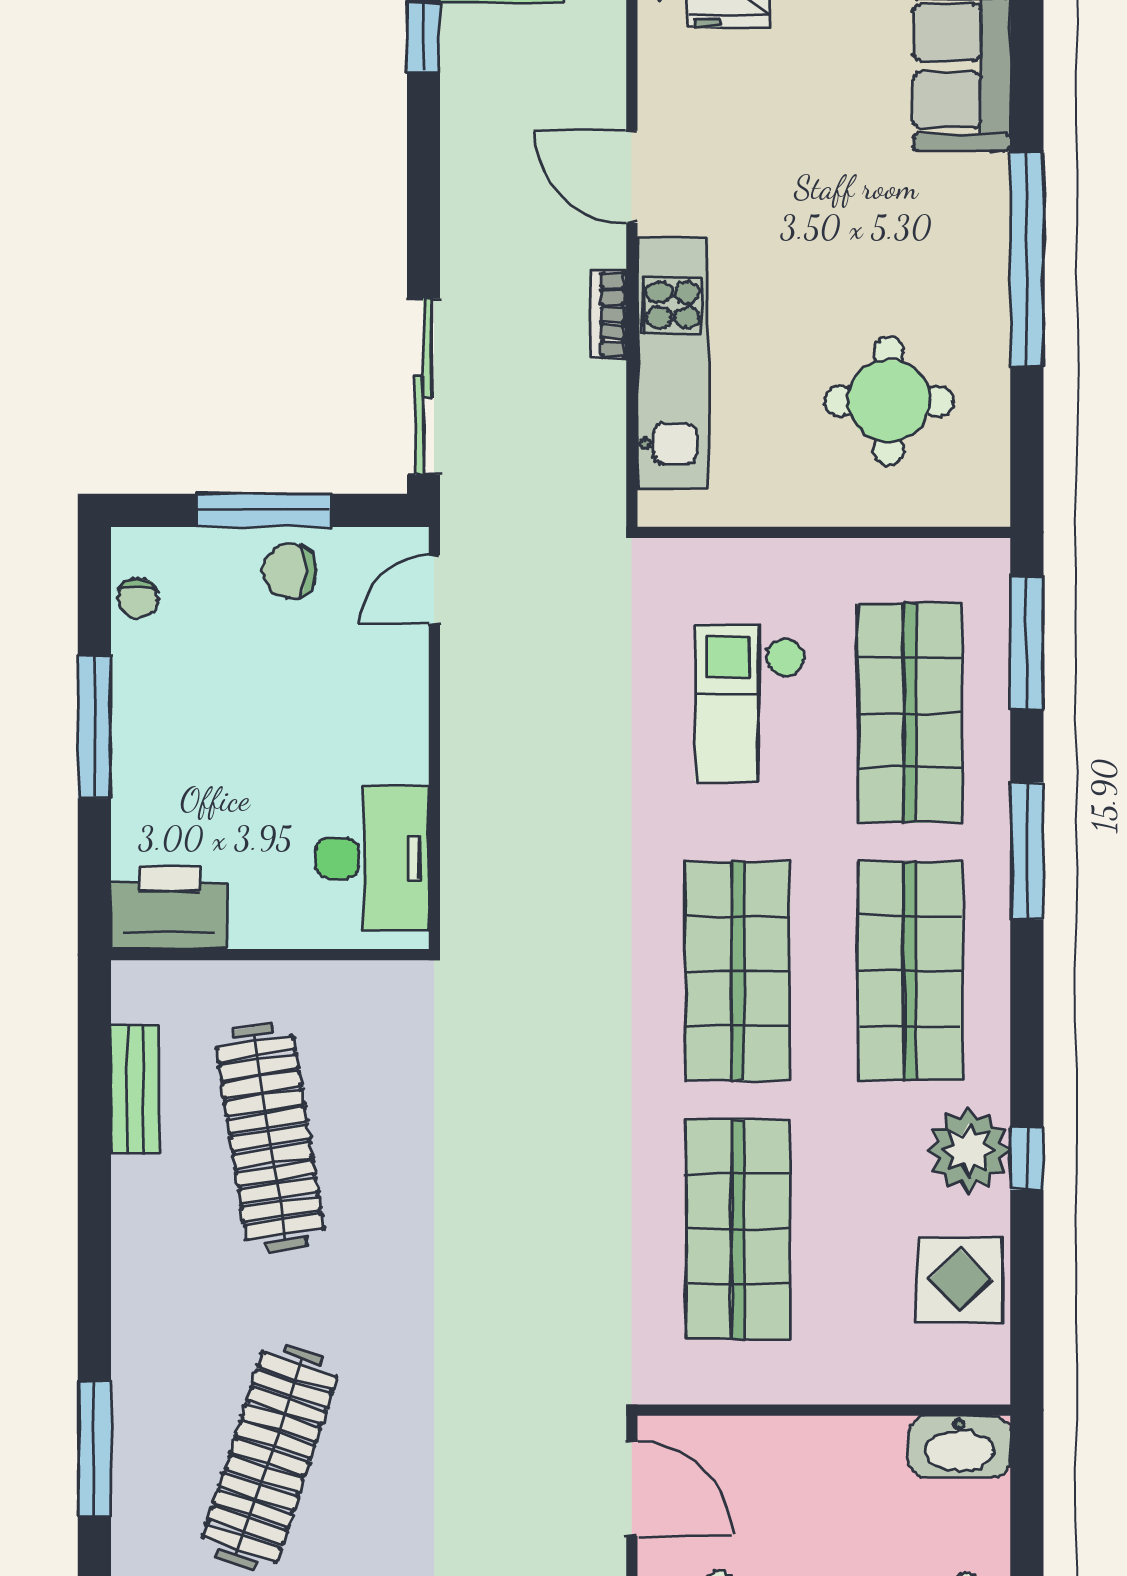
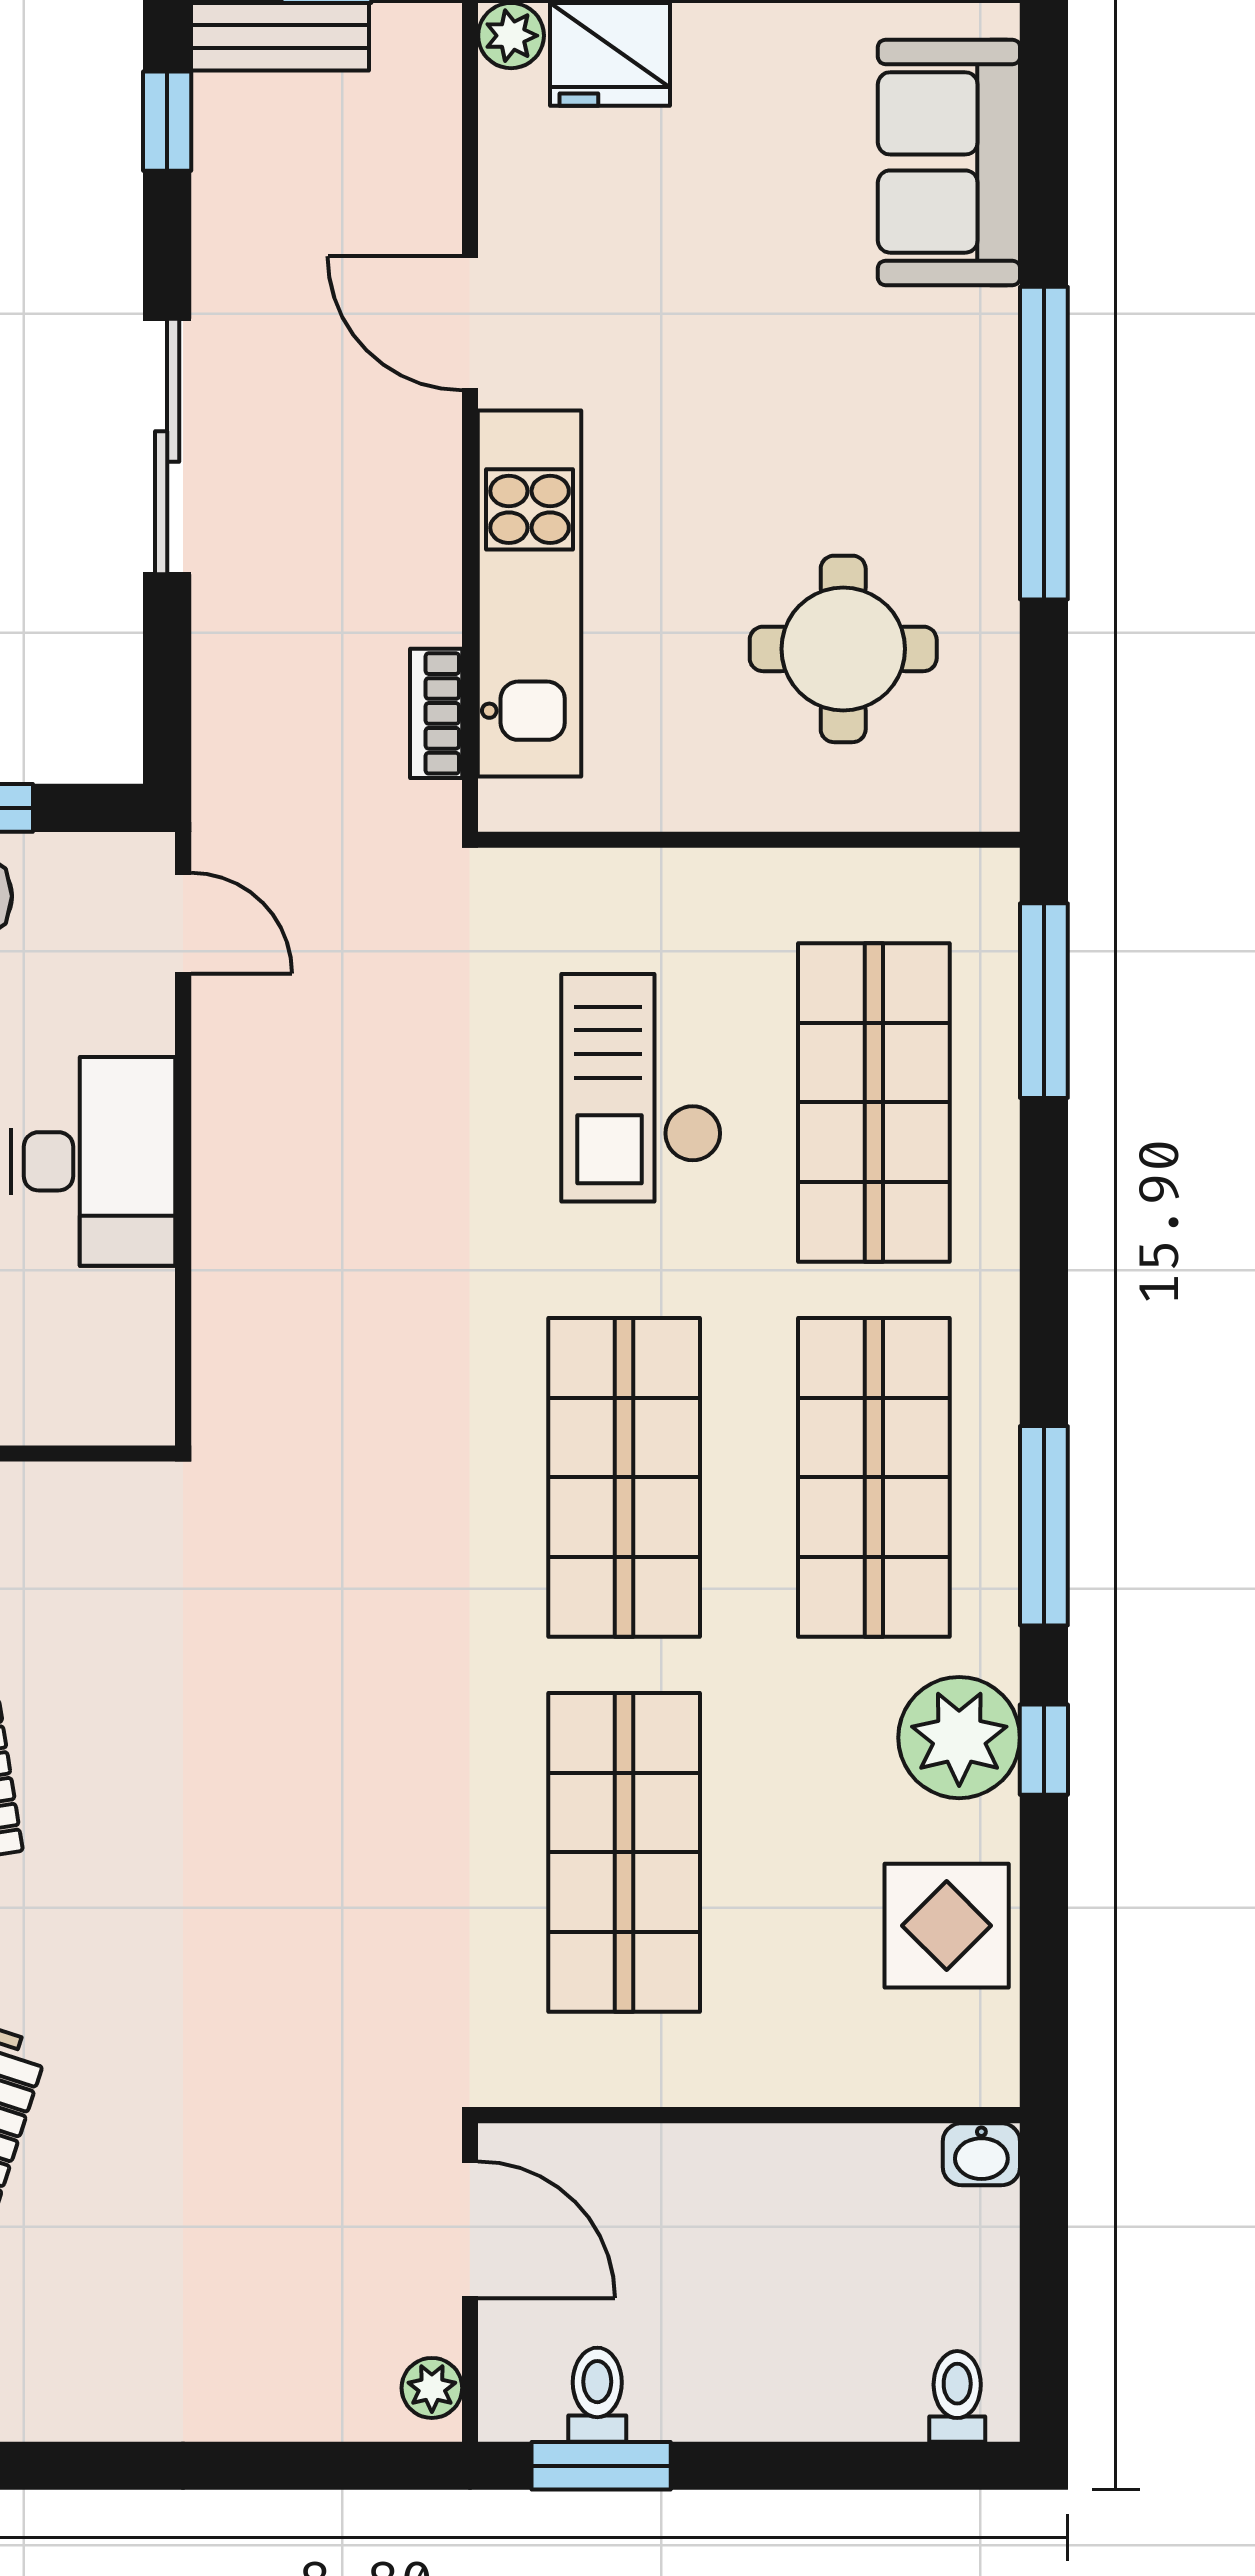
bookcase: (609, 315) -> (436, 713), moved
sliding door: (423, 387) -> (167, 447), moved
door: (434, 590) -> (183, 923), swing flipped
window: (1027, 851) -> (1044, 1526), moved
desk: (372, 858) -> (93, 1161), moved
washbasin: (960, 1447) -> (981, 2154), width x0.52, depth x0.69

